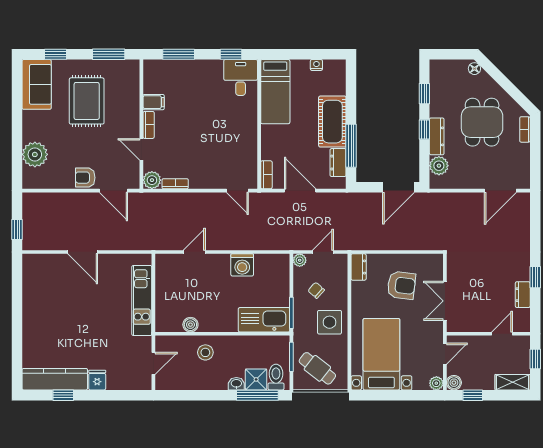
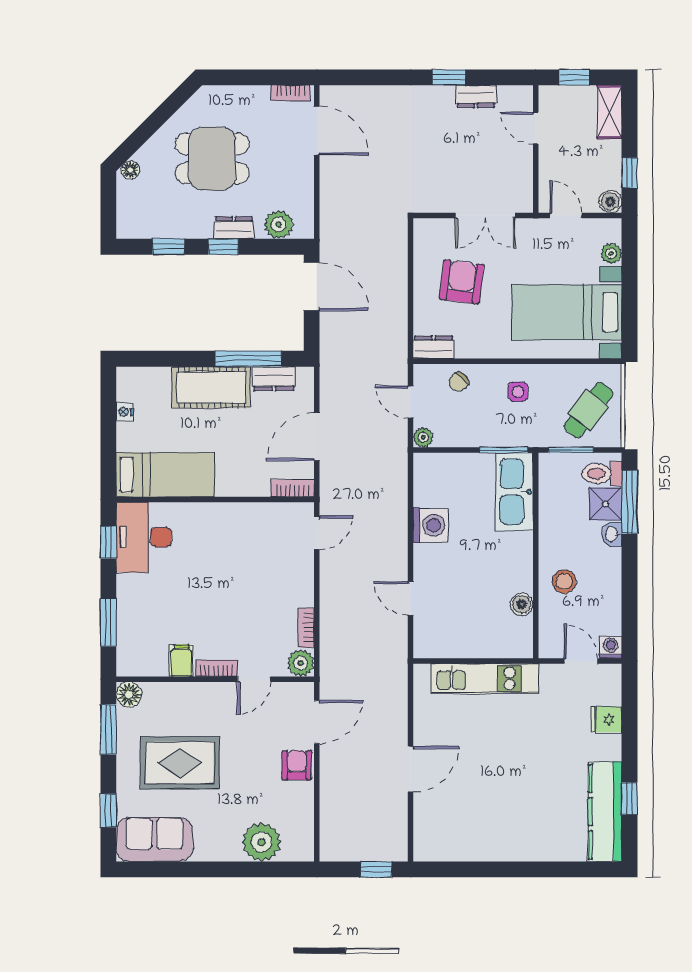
floor lamp: (131, 68) -> (129, 695), added
desk: (241, 77) -> (144, 537), width x1.37
bookcase: (525, 129) -> (290, 93), moved
dresser: (437, 136) -> (234, 228), width x0.70
armchair: (85, 178) -> (297, 765), turned 180
chair: (316, 290) -> (459, 382), moved
side table: (330, 322) -> (518, 392), width x0.54, depth x0.54
fridge: (97, 380) -> (606, 719), moved
washing machine: (162, 383) -> (611, 647), added
plant: (436, 383) -> (611, 253), moved

